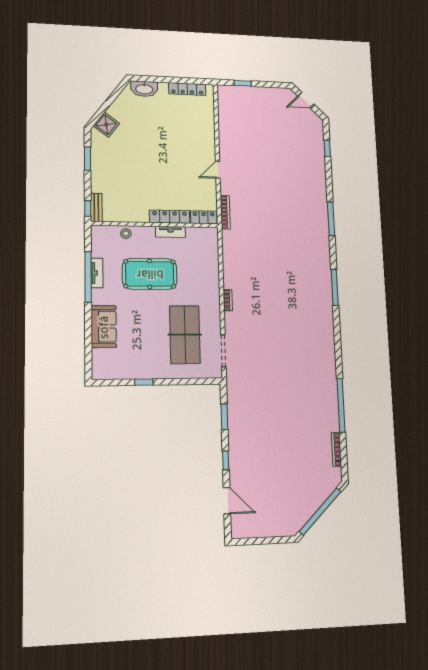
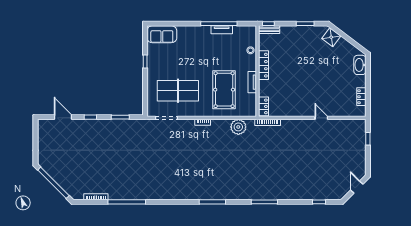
locker: (187, 89) -> (361, 97), width x0.66
door: (218, 170) -> (321, 118), moved
locker: (170, 217) -> (263, 65), moved
plant: (233, 252) -> (238, 127), added
pool table: (150, 274) -> (224, 90), moved
sofa: (104, 327) -> (162, 34), moved
door: (227, 501) -> (63, 117), swing flipped

